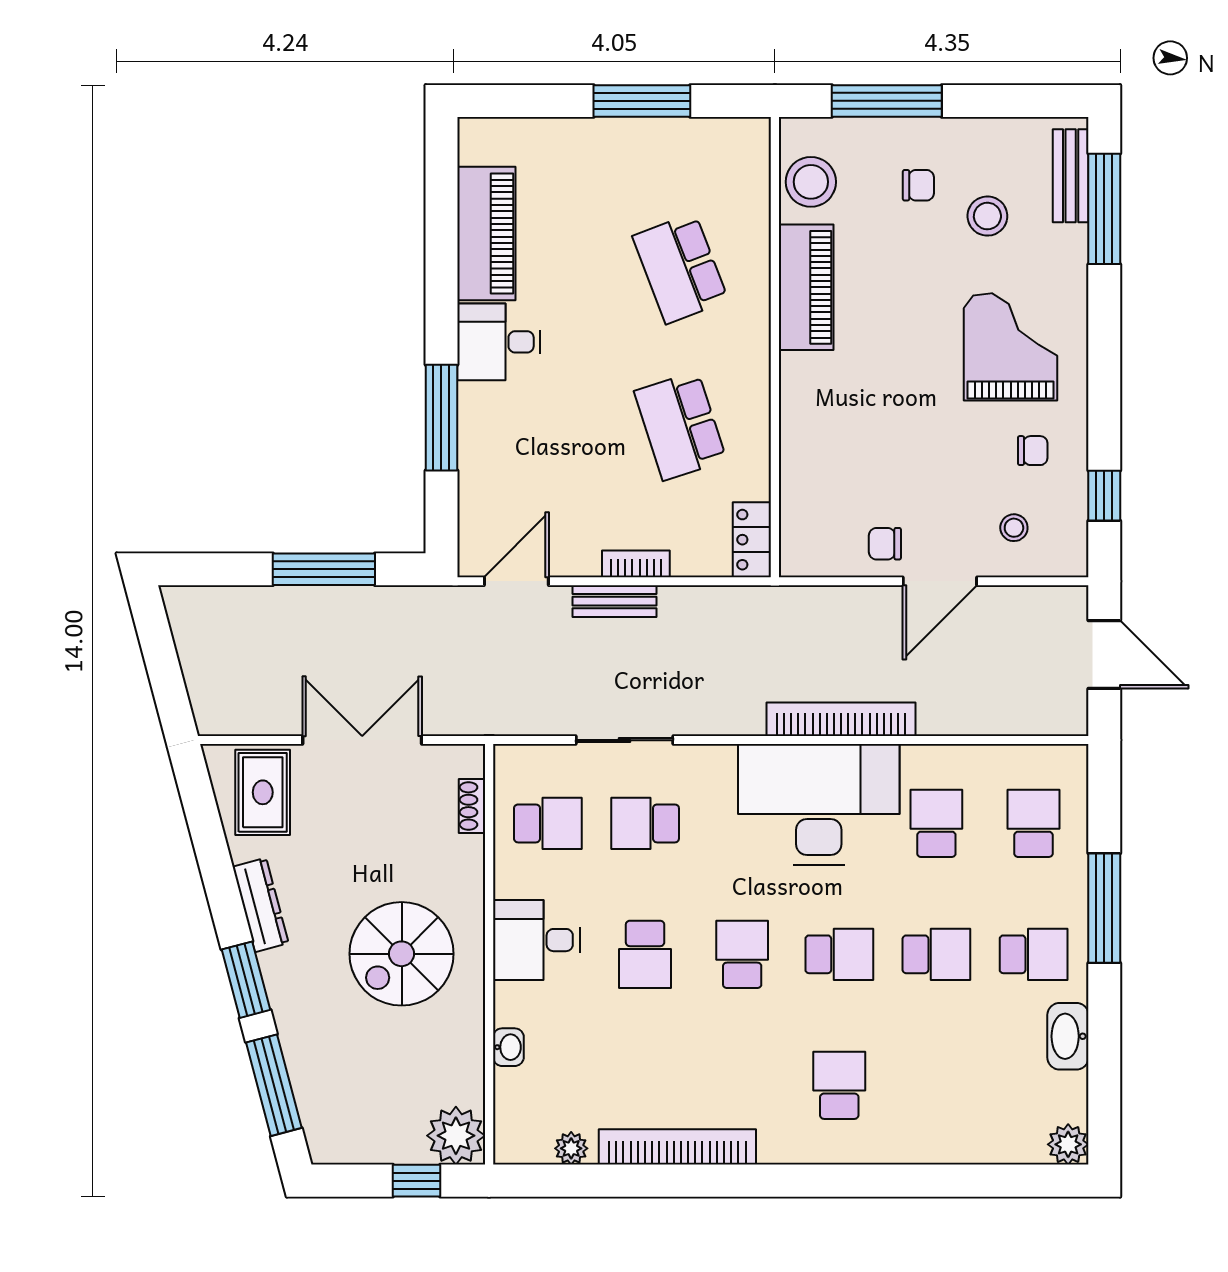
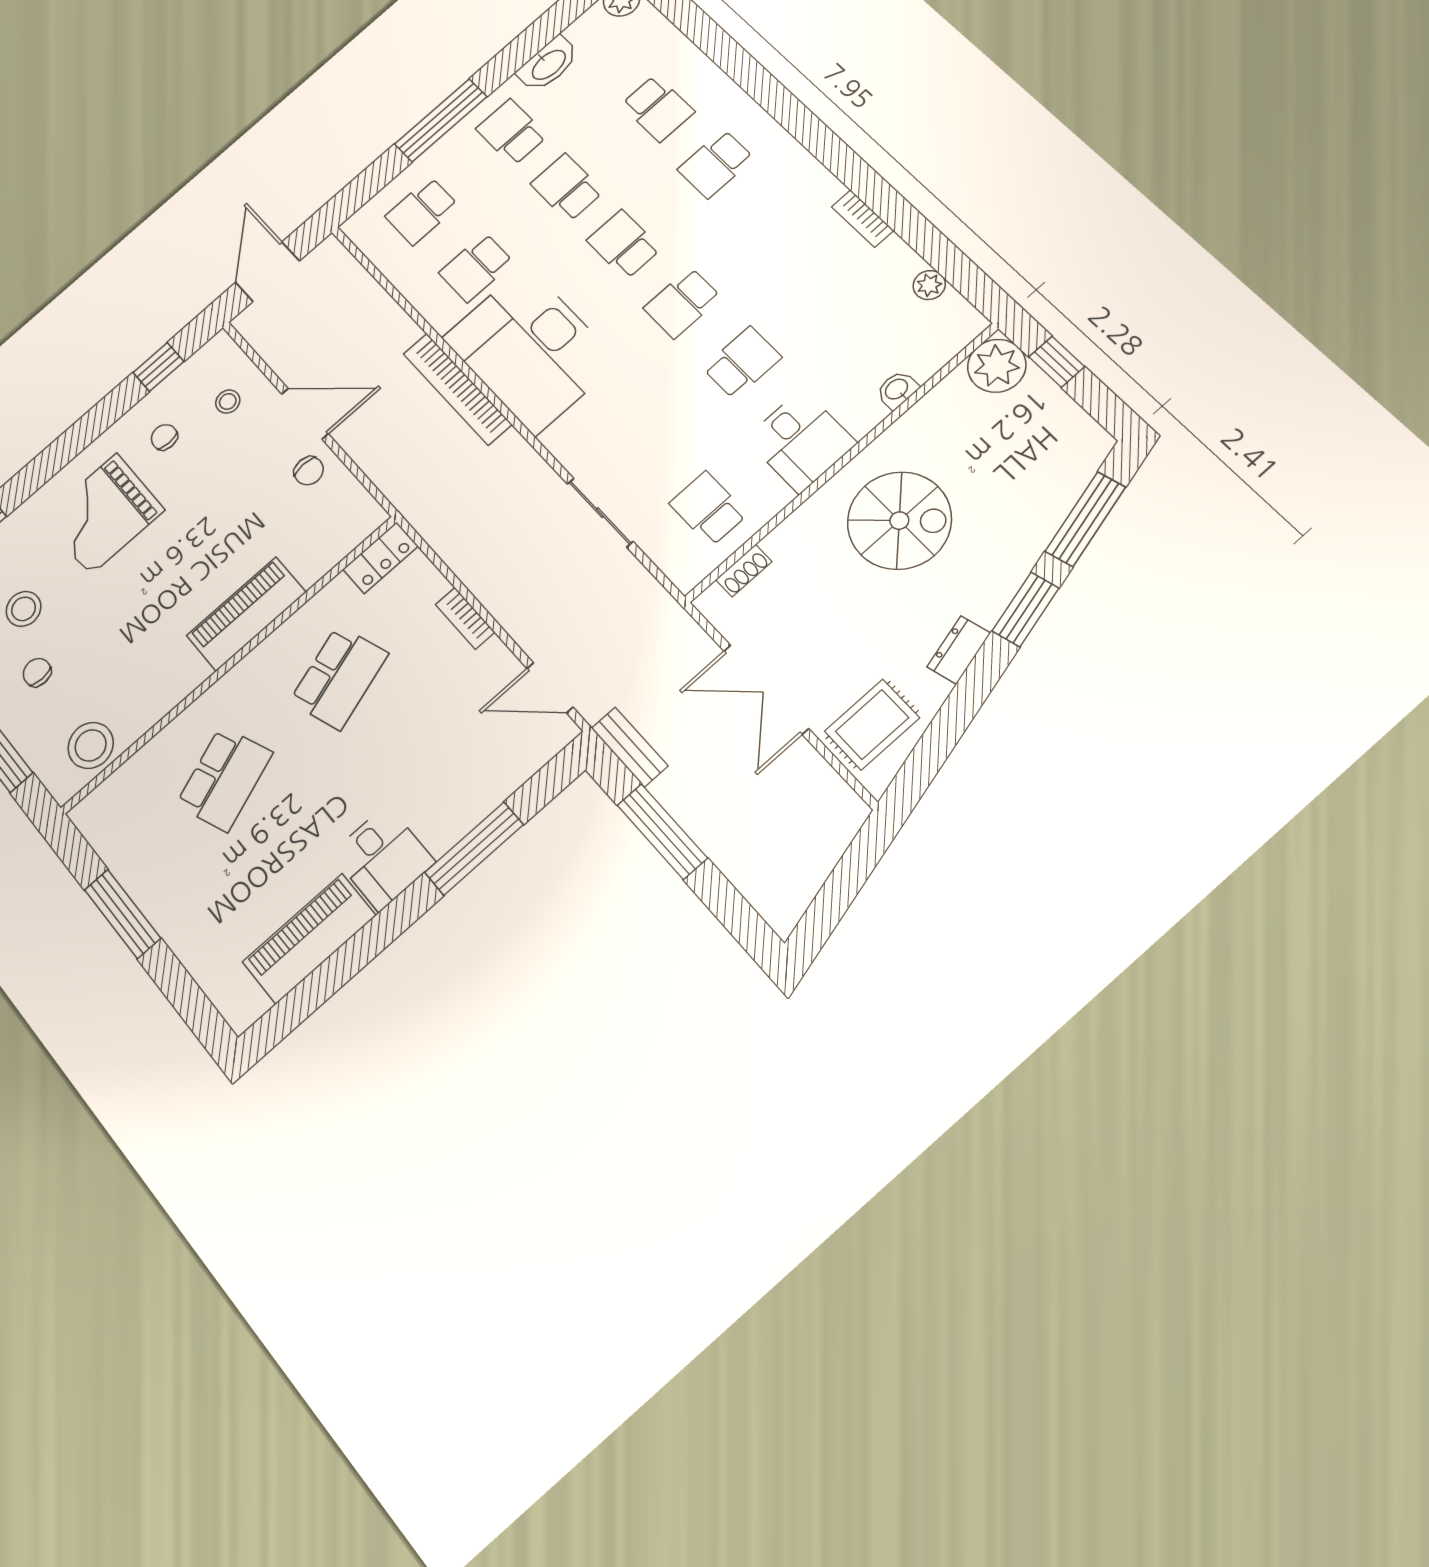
piano: (806, 287) -> (246, 614), moved
bench: (614, 601) -> (630, 747), moved
school desk: (645, 823) -> (658, 108), moved
dresser: (261, 905) -> (959, 650), width x0.70
bookcase: (677, 1147) -> (863, 219), width x0.43, depth x0.76

